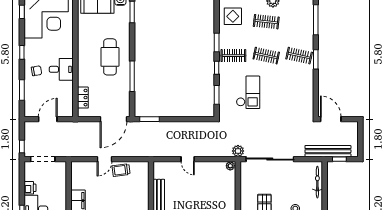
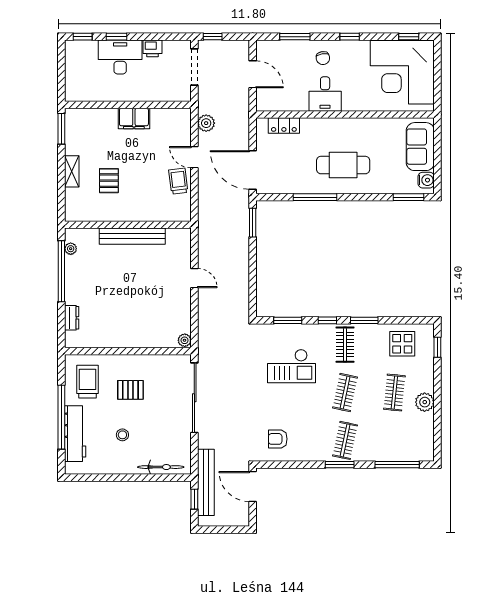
armchair: (298, 102) -> (278, 439), added
door: (331, 119) -> (253, 487), swing flipped
plant: (238, 151) -> (206, 123), moved
door: (188, 159) -> (194, 278), swing flipped

